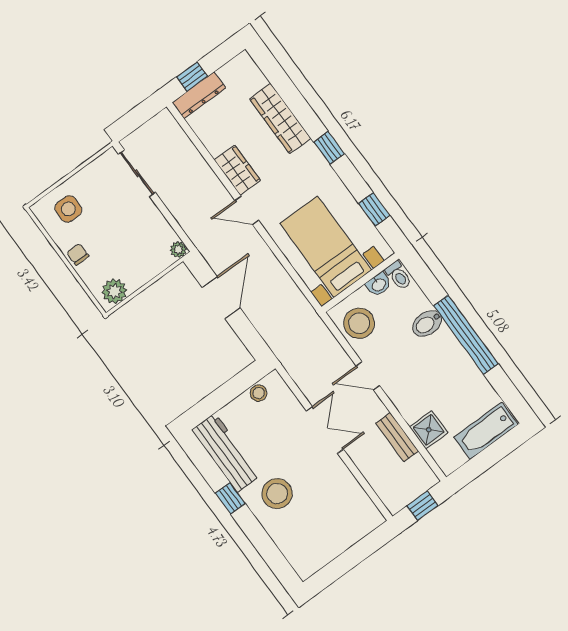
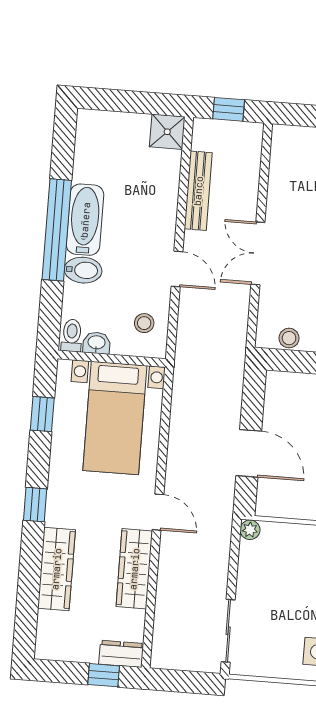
dresser: (199, 95) -> (121, 654), width x0.70
wardrobe: (237, 170) -> (134, 569), width x1.50
door: (221, 298) -> (249, 453), swing flipped
stool: (359, 323) -> (144, 323), width x0.53, depth x0.53
shower: (429, 430) -> (167, 132), moved
bathtub: (486, 431) -> (85, 220), moved, turned -90
bench: (397, 437) -> (198, 191), width x1.36

